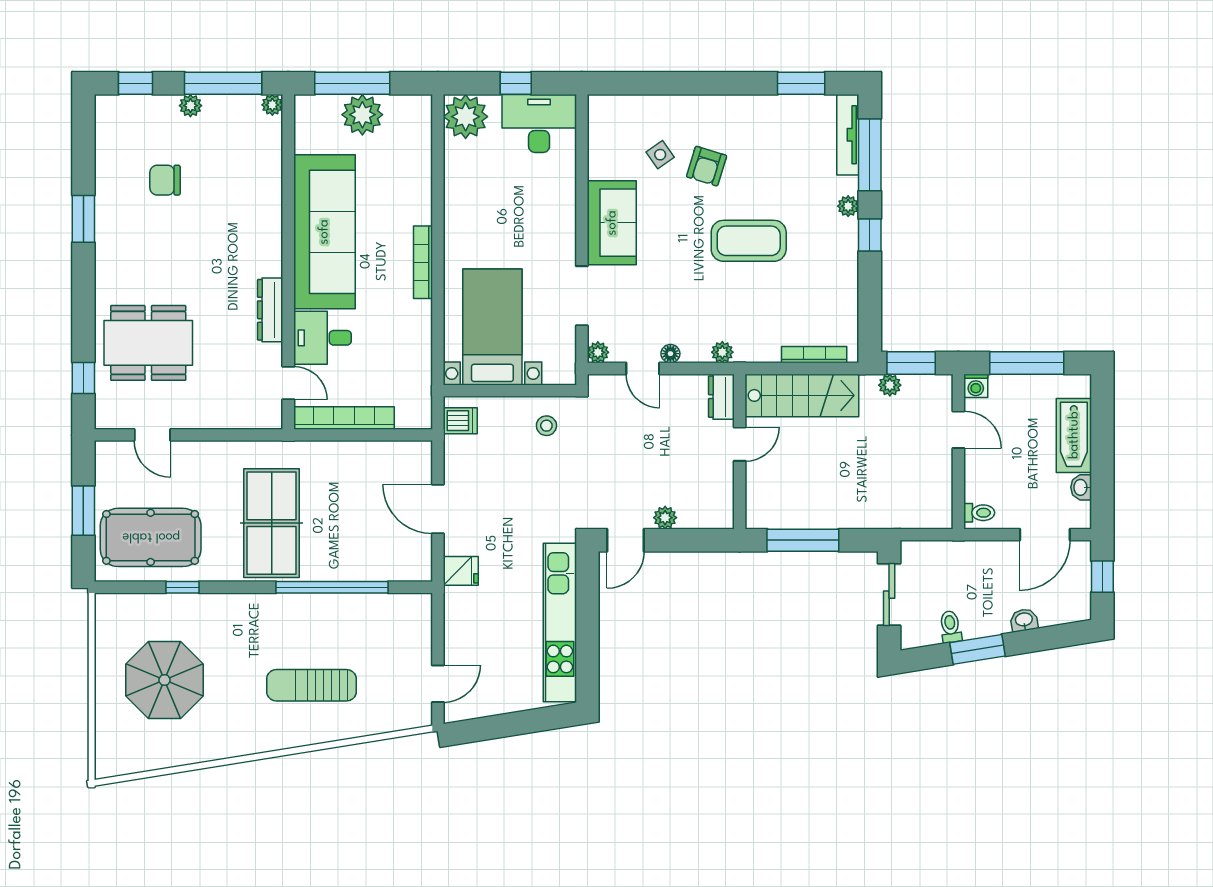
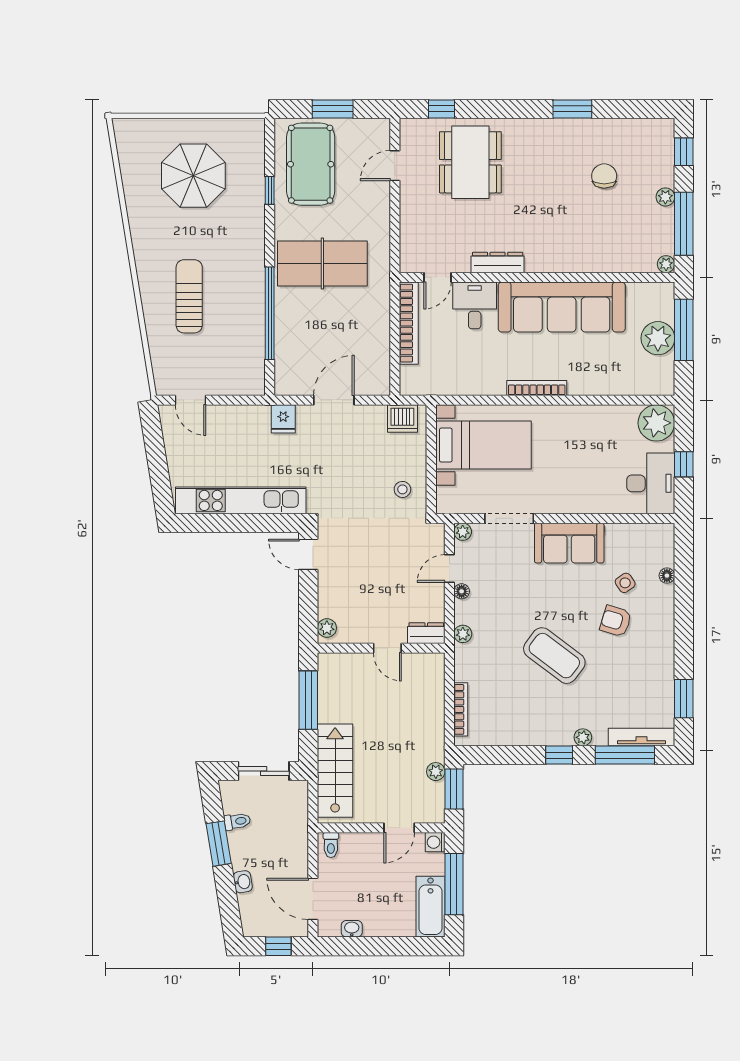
floor lamp: (651, 104) -> (667, 576), added
coffee table: (749, 241) -> (554, 656), turned -53
stairs: (802, 395) -> (335, 771), moved, turned 180
dishwasher: (460, 421) -> (402, 419), width x1.38
bathtub: (1074, 435) -> (431, 907), moved, turned -90
plant: (665, 518) -> (327, 628), moved

